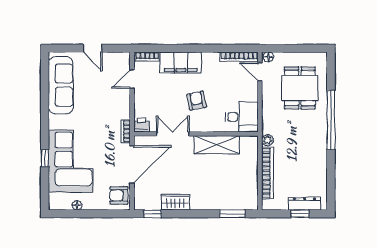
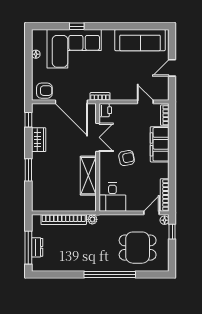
window: (281, 48) -> (172, 232), added
armchair: (119, 195) -> (44, 91), turned 90
dresser: (305, 204) -> (37, 247), width x0.70
window: (232, 214) -> (28, 170), moved
window: (300, 214) -> (28, 248), width x2.17

